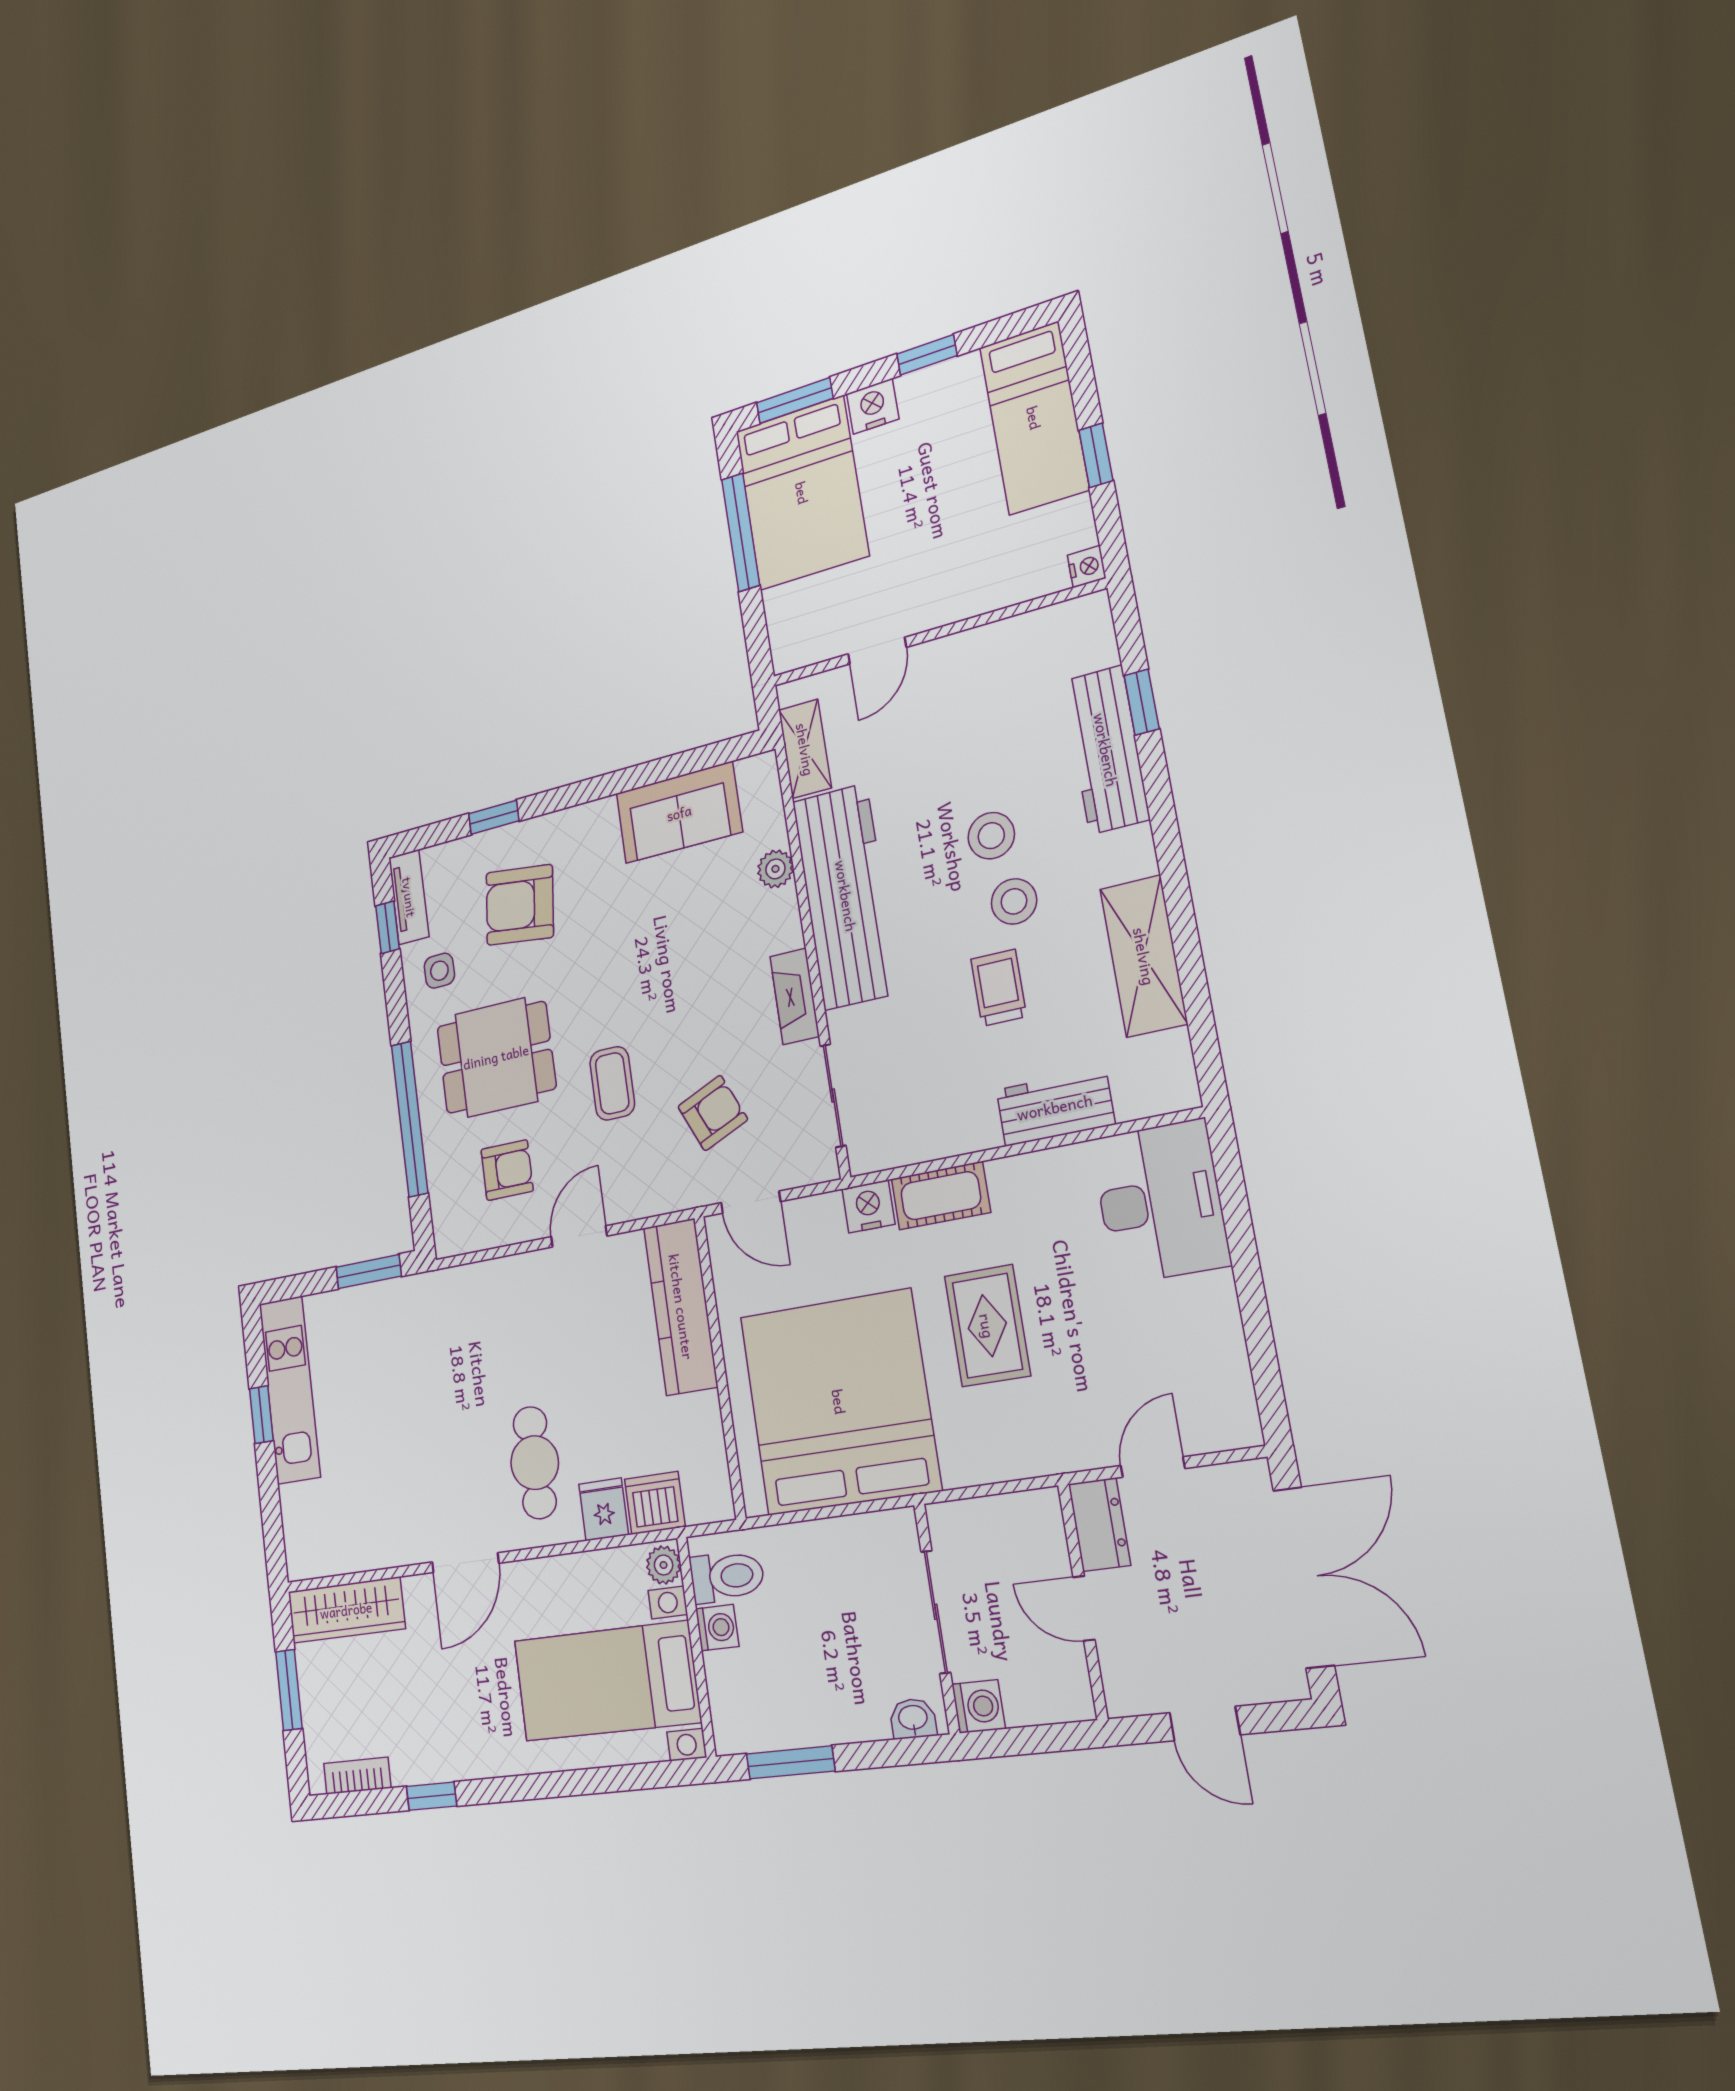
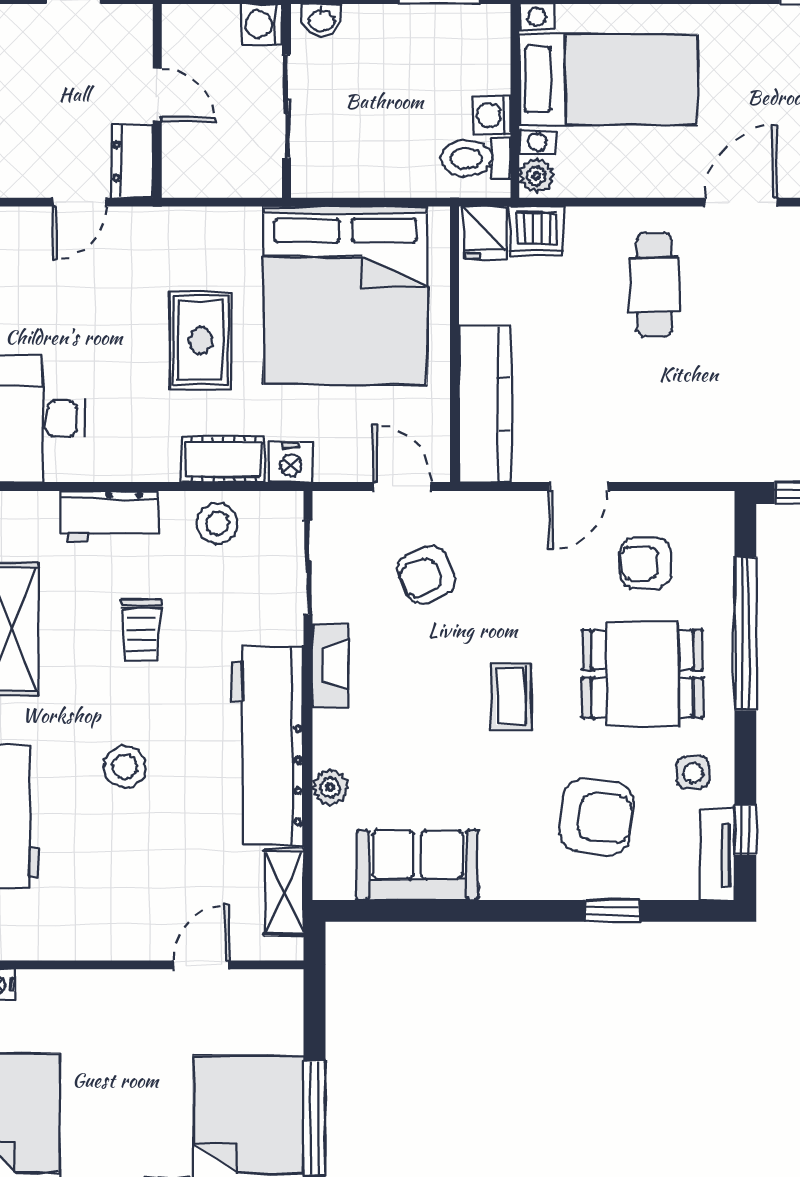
stool: (1014, 901) -> (217, 523), moved
coffee table: (612, 1083) -> (511, 696), moved
fridge: (604, 1509) -> (484, 233), moved

